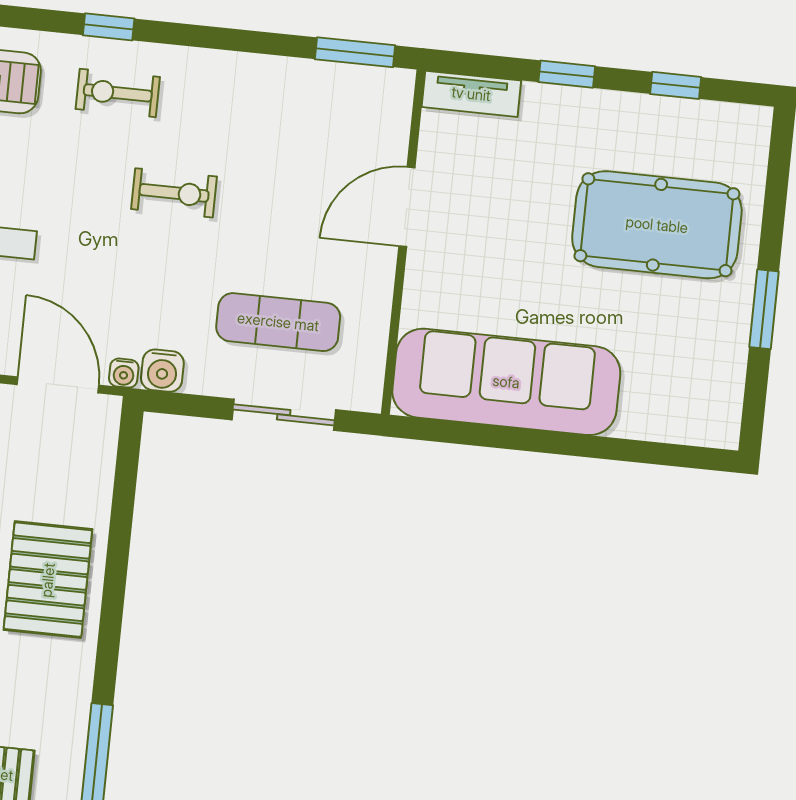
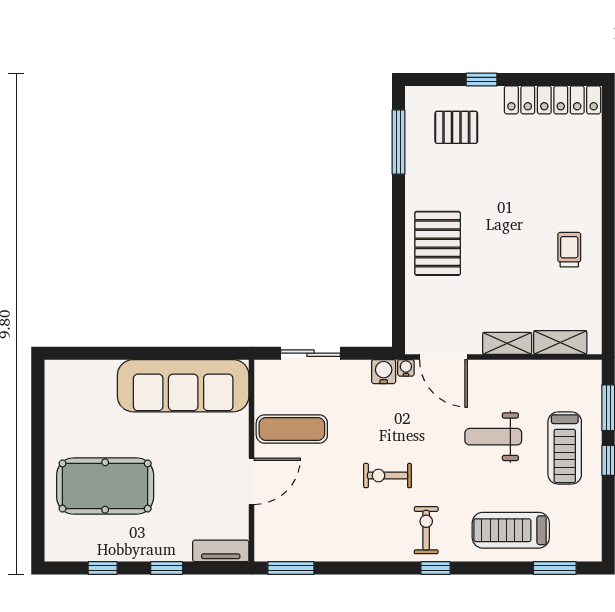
exercise bike: (118, 93) -> (426, 530), turned -90
window: (764, 309) -> (38, 443), removed
exercise mat: (278, 322) -> (292, 429), moved

